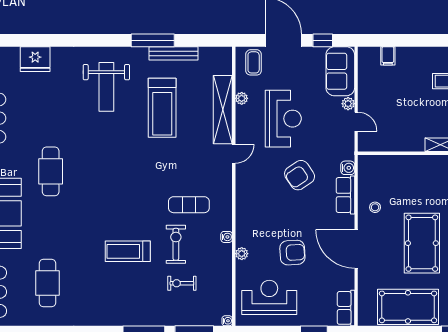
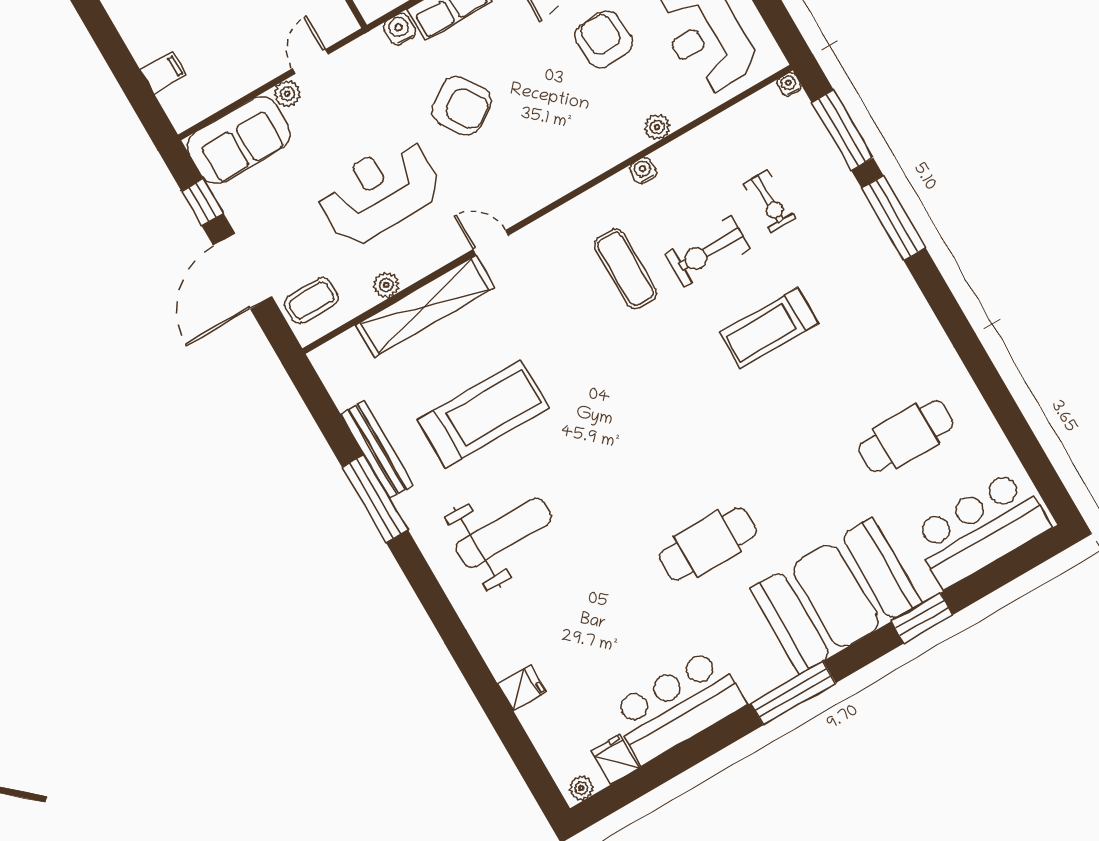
fridge: (35, 59) -> (522, 688), width x0.53, depth x0.75
treadmill: (128, 251) -> (769, 328), turned 90

